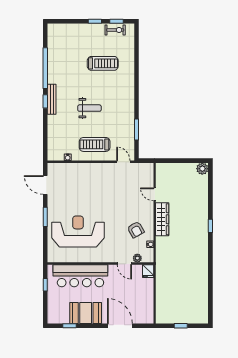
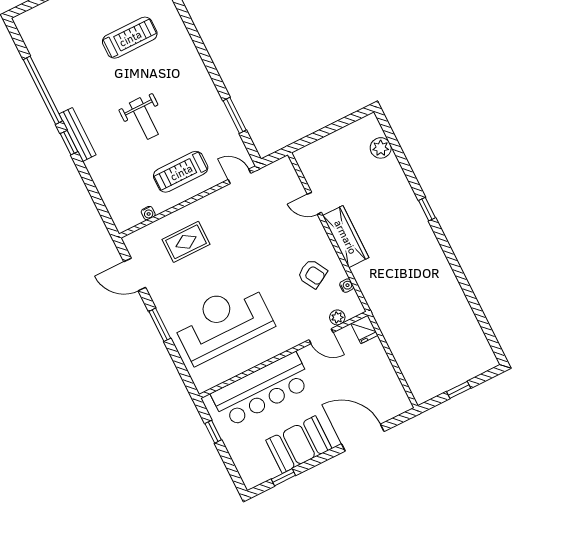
weight bench: (89, 108) -> (144, 119), turned 90
plant: (202, 169) -> (381, 148), moved
rug: (80, 181) -> (186, 242), added

